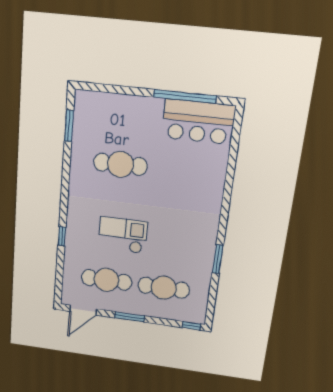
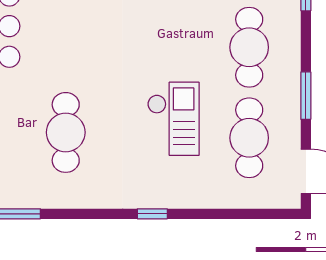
checkout: (123, 235) -> (173, 119), turned 180
window: (62, 236) -> (152, 214), moved

